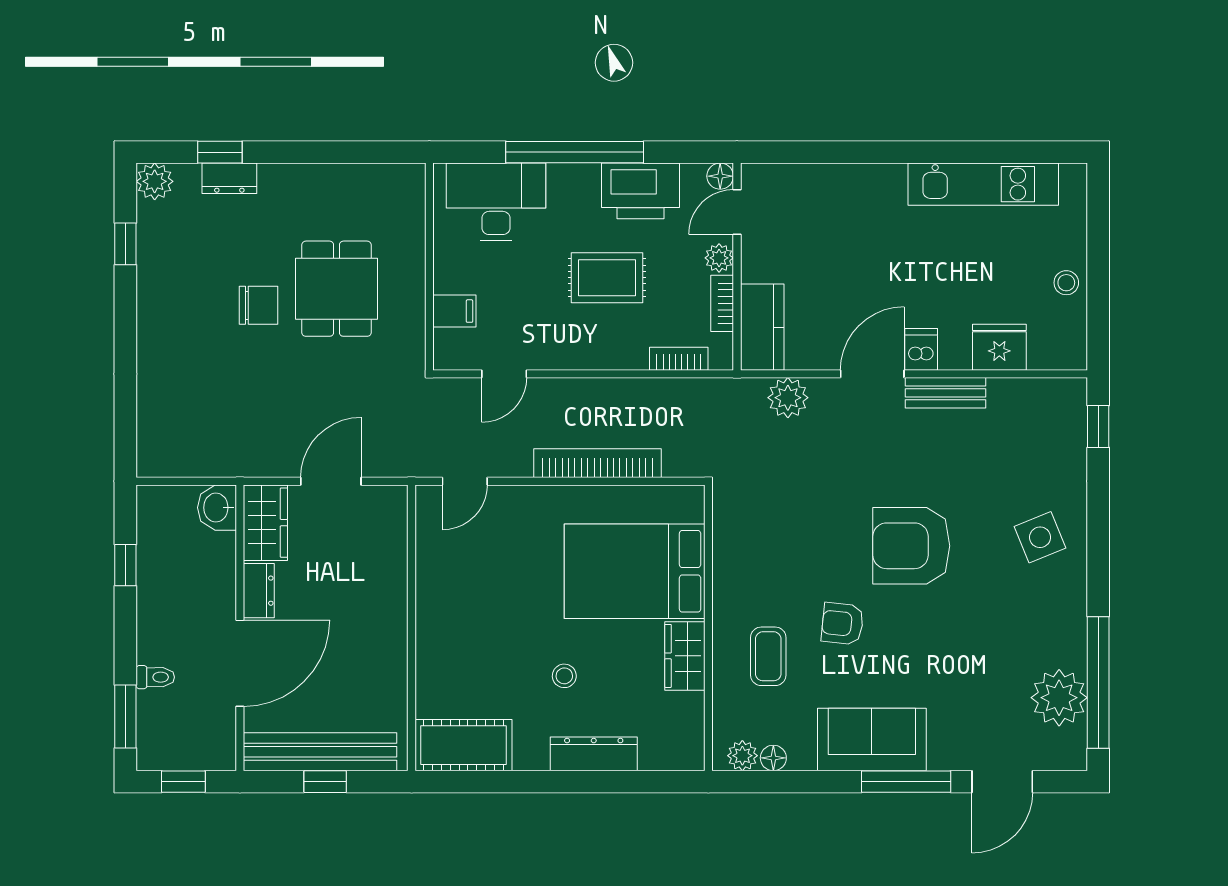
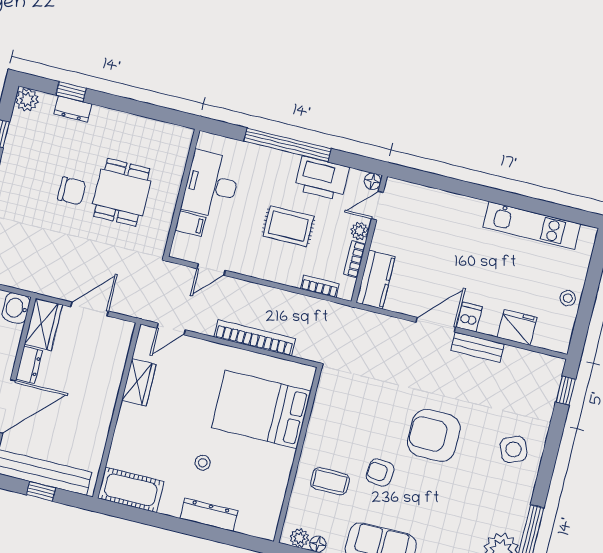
desk: (496, 202) -> (211, 185), moved, turned -90
plant: (788, 398) -> (381, 327), removed
wardrobe: (685, 656) -> (139, 382), moved, turned 180
coffee table: (768, 656) -> (330, 481), turned 90

